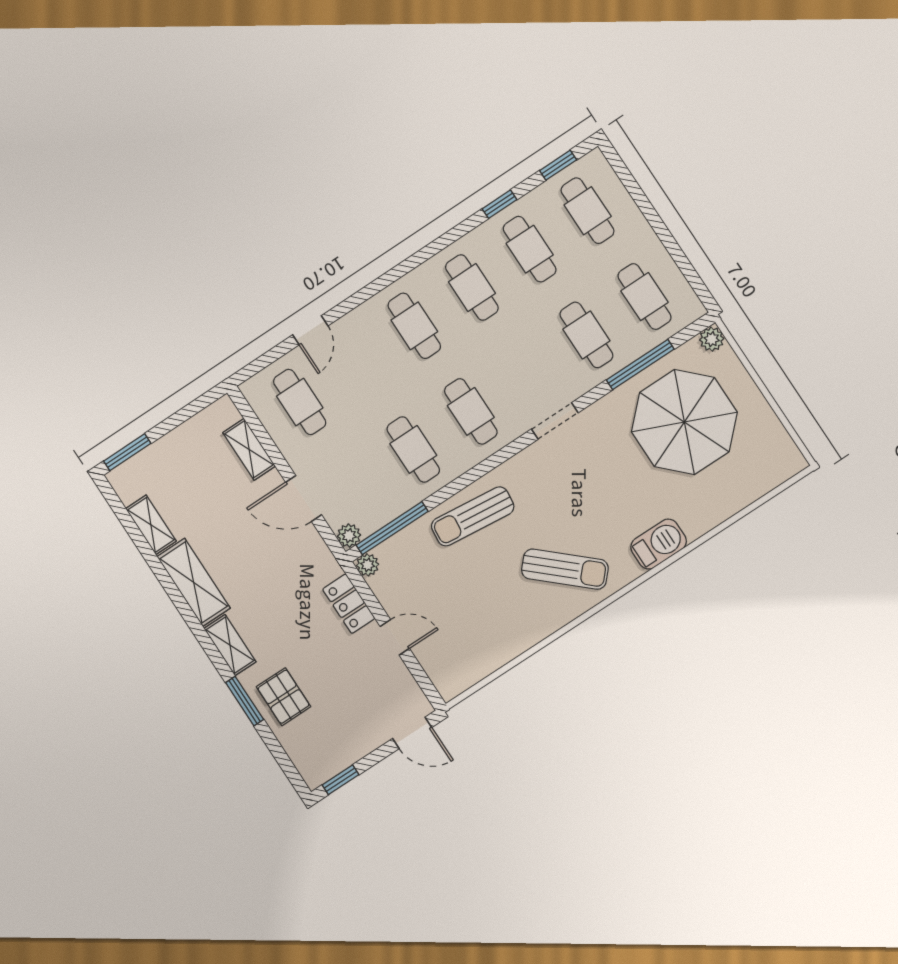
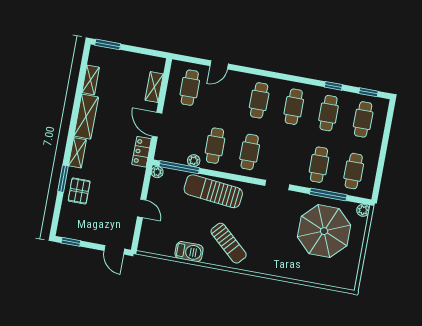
sun lounger: (473, 516) -> (213, 191), width x1.36, depth x1.34
plant: (349, 536) -> (194, 161), moved
barbecue: (659, 544) -> (189, 252), moved
locker: (349, 604) -> (142, 152), moved

